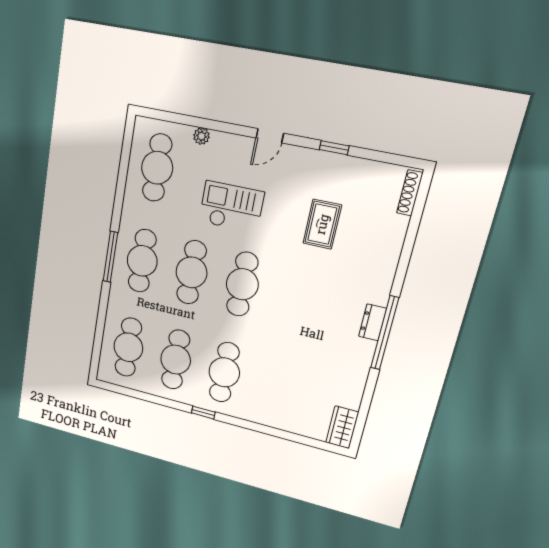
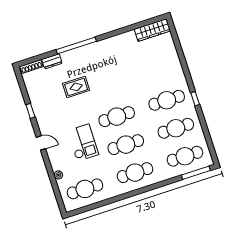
checkout: (231, 207) -> (83, 143), turned 180
rug: (322, 224) -> (76, 87), moved
window: (110, 257) -> (196, 173), moved
dresser: (373, 322) -> (52, 61), moved
window: (385, 333) -> (76, 45), moved
wardrobe: (342, 427) -> (152, 30), width x1.50

